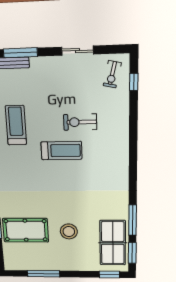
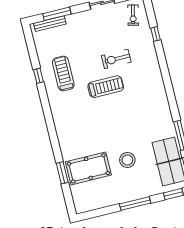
window: (134, 82) -> (156, 34), moved
window: (44, 274) -> (135, 203), moved

